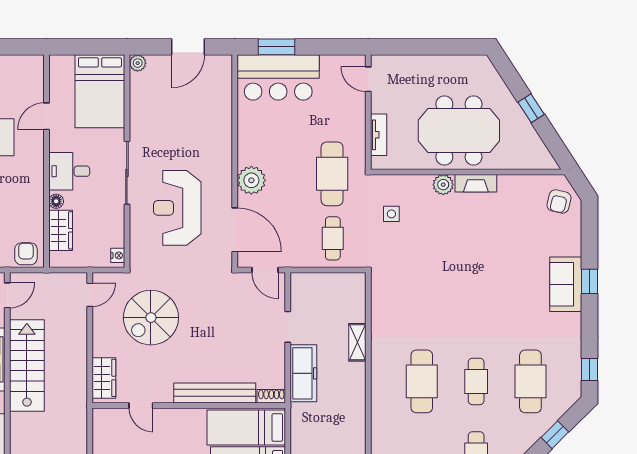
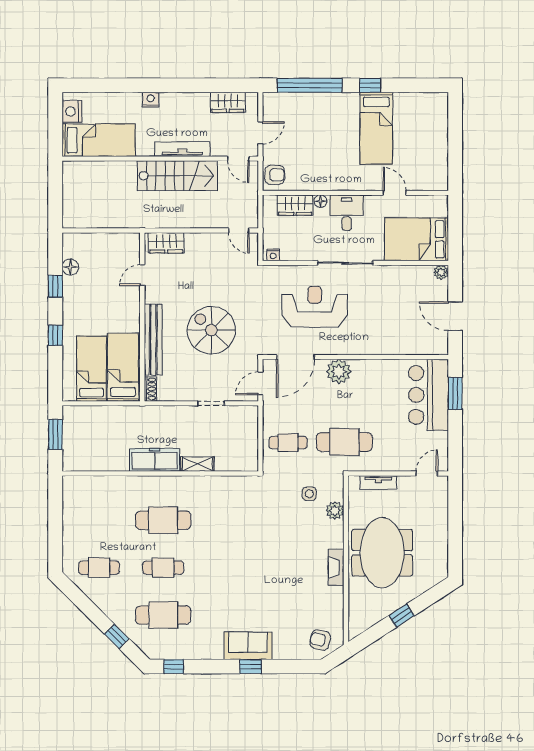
plant: (443, 185) -> (335, 511), moved
spiral stairs: (151, 318) -> (211, 330), moved
freezer: (303, 373) -> (155, 460), moved, turned 180

